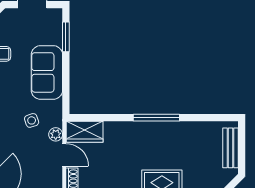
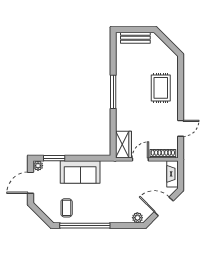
side table: (32, 120) -> (115, 183), removed
plant: (56, 134) -> (38, 166), moved

